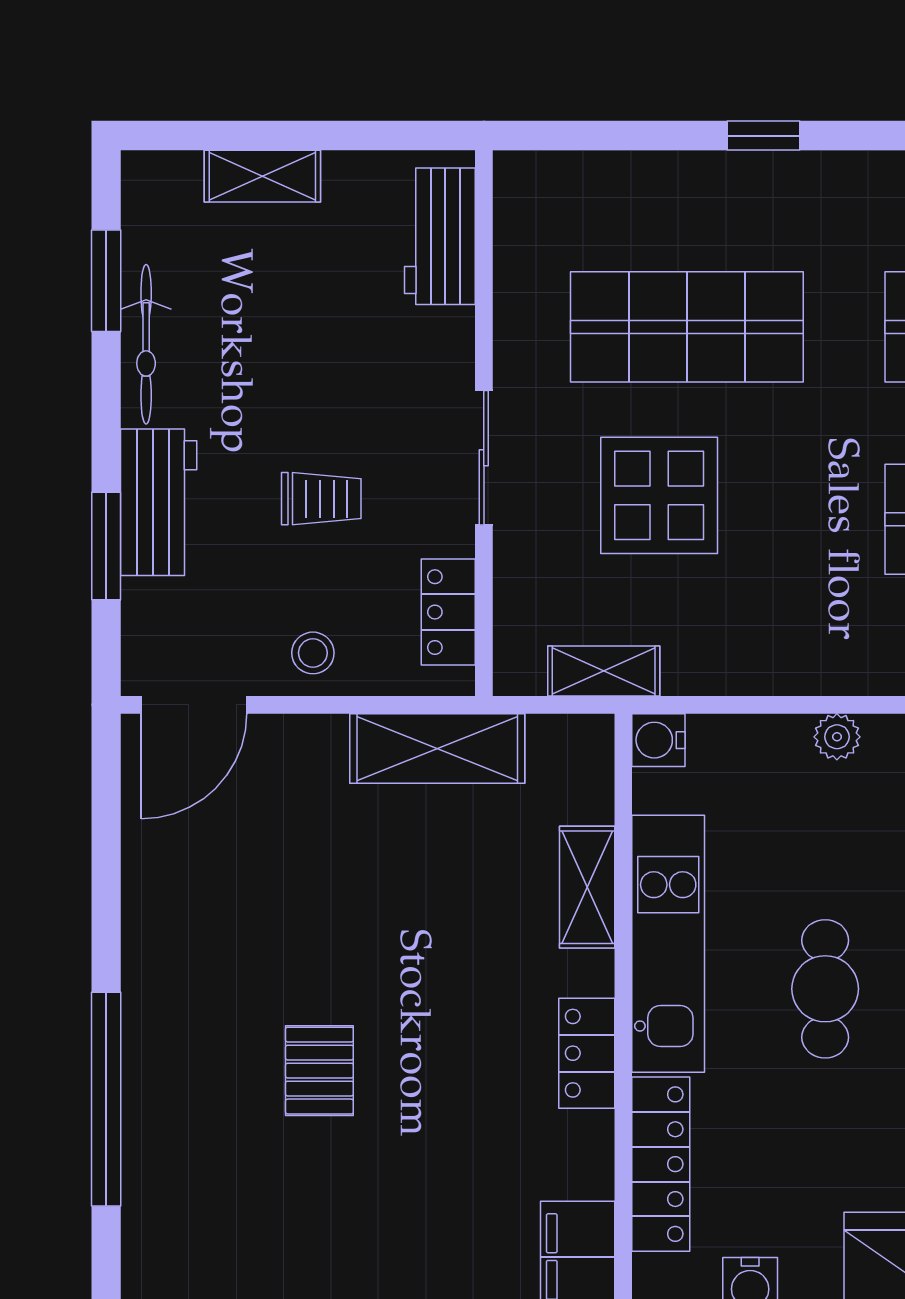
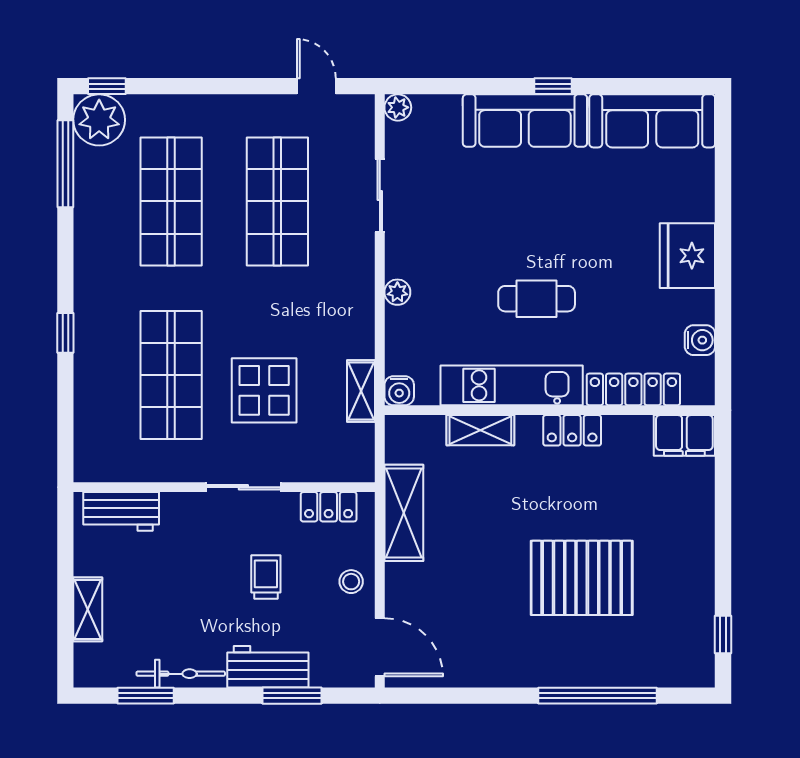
shelving: (604, 671) -> (361, 391), moved
pallet: (319, 1071) -> (582, 578), width x2.05, depth x2.00

